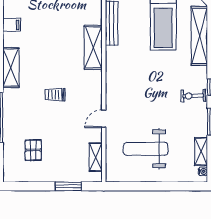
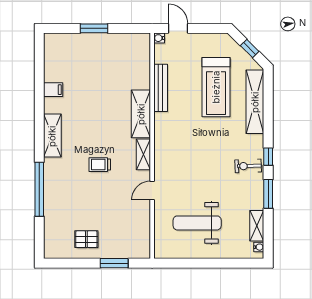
pallet: (33, 150) -> (86, 239), moved, turned 90
shelving: (96, 157) -> (143, 154), moved

